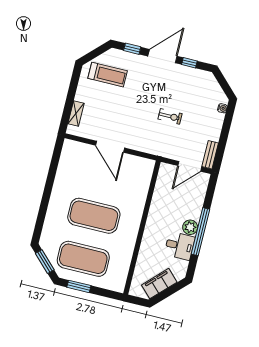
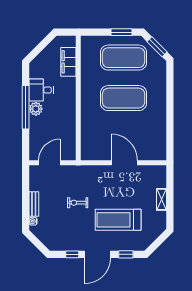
treadmill: (108, 75) -> (118, 220), moved, width x1.37, depth x1.37
shelving: (76, 113) -> (162, 199), moved
bench: (210, 155) -> (34, 204), moved
filing cabinet: (159, 284) -> (68, 62), moved, turned 135

